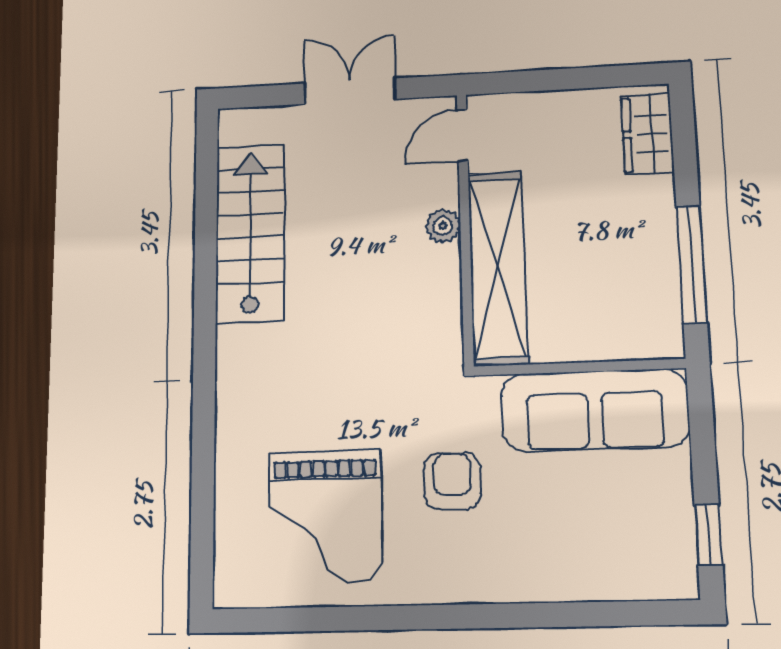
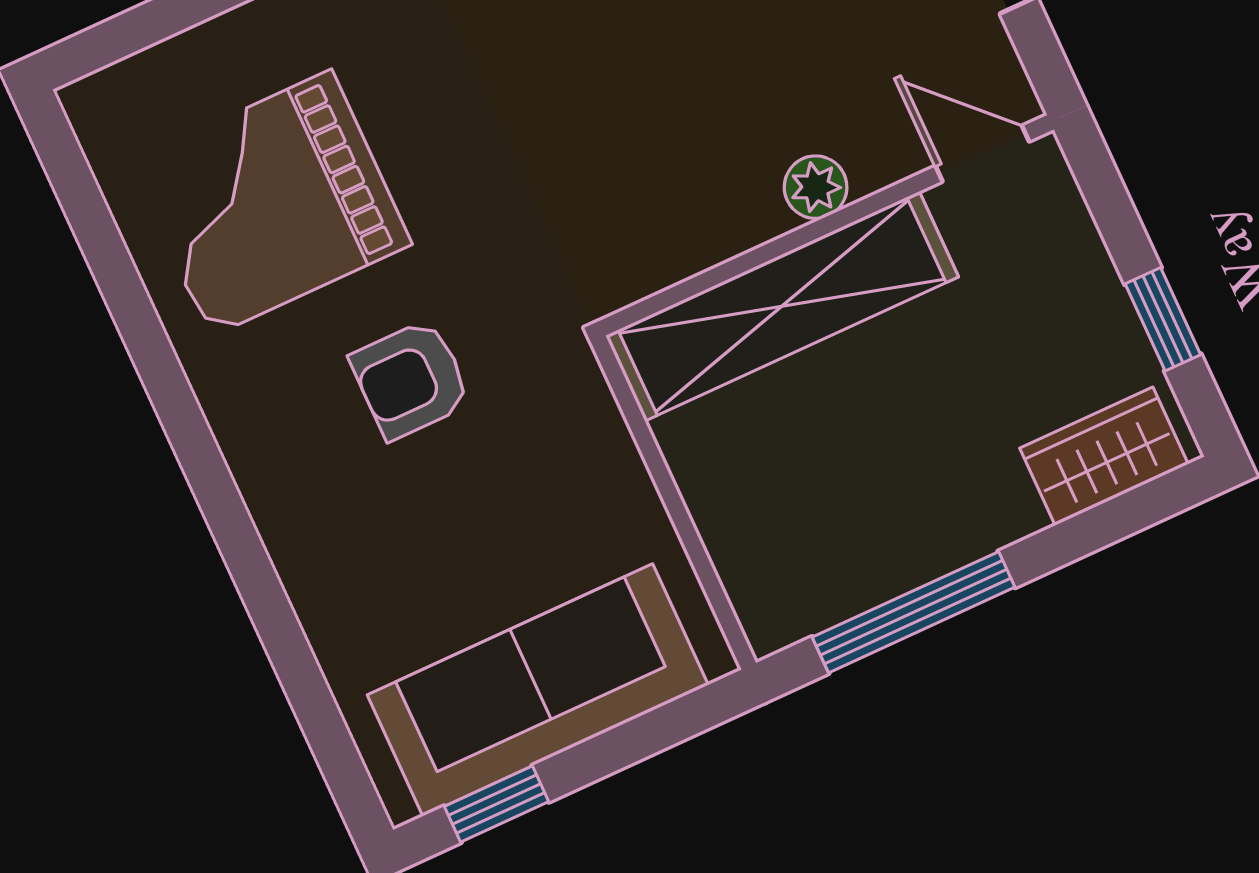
window: (588, 78) -> (1163, 319), added
sofa: (595, 410) -> (538, 690), moved, turned 90
armchair: (452, 481) -> (411, 379), turned 180

